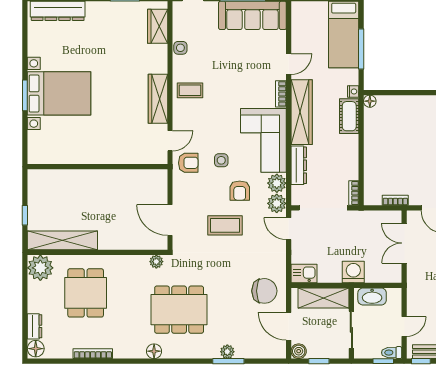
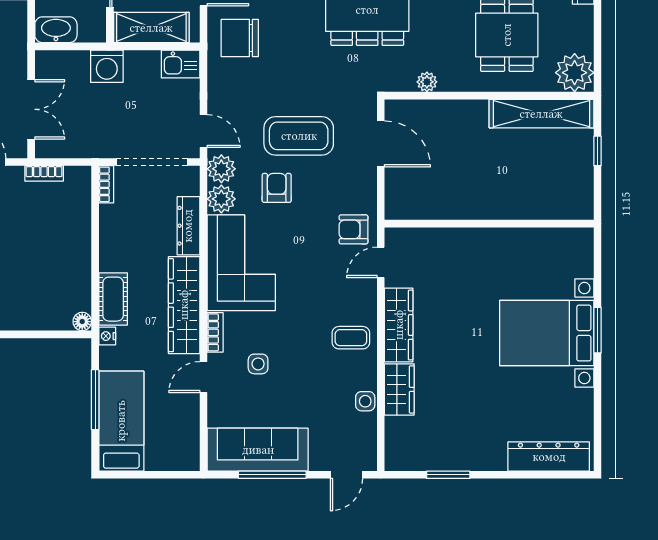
wardrobe: (158, 26) -> (399, 389), moved
side table: (221, 160) -> (258, 364), moved
coffee table: (225, 225) -> (299, 136), width x1.36, depth x1.32
plant: (156, 262) -> (427, 82), moved
washbasin: (372, 296) -> (56, 30), moved

